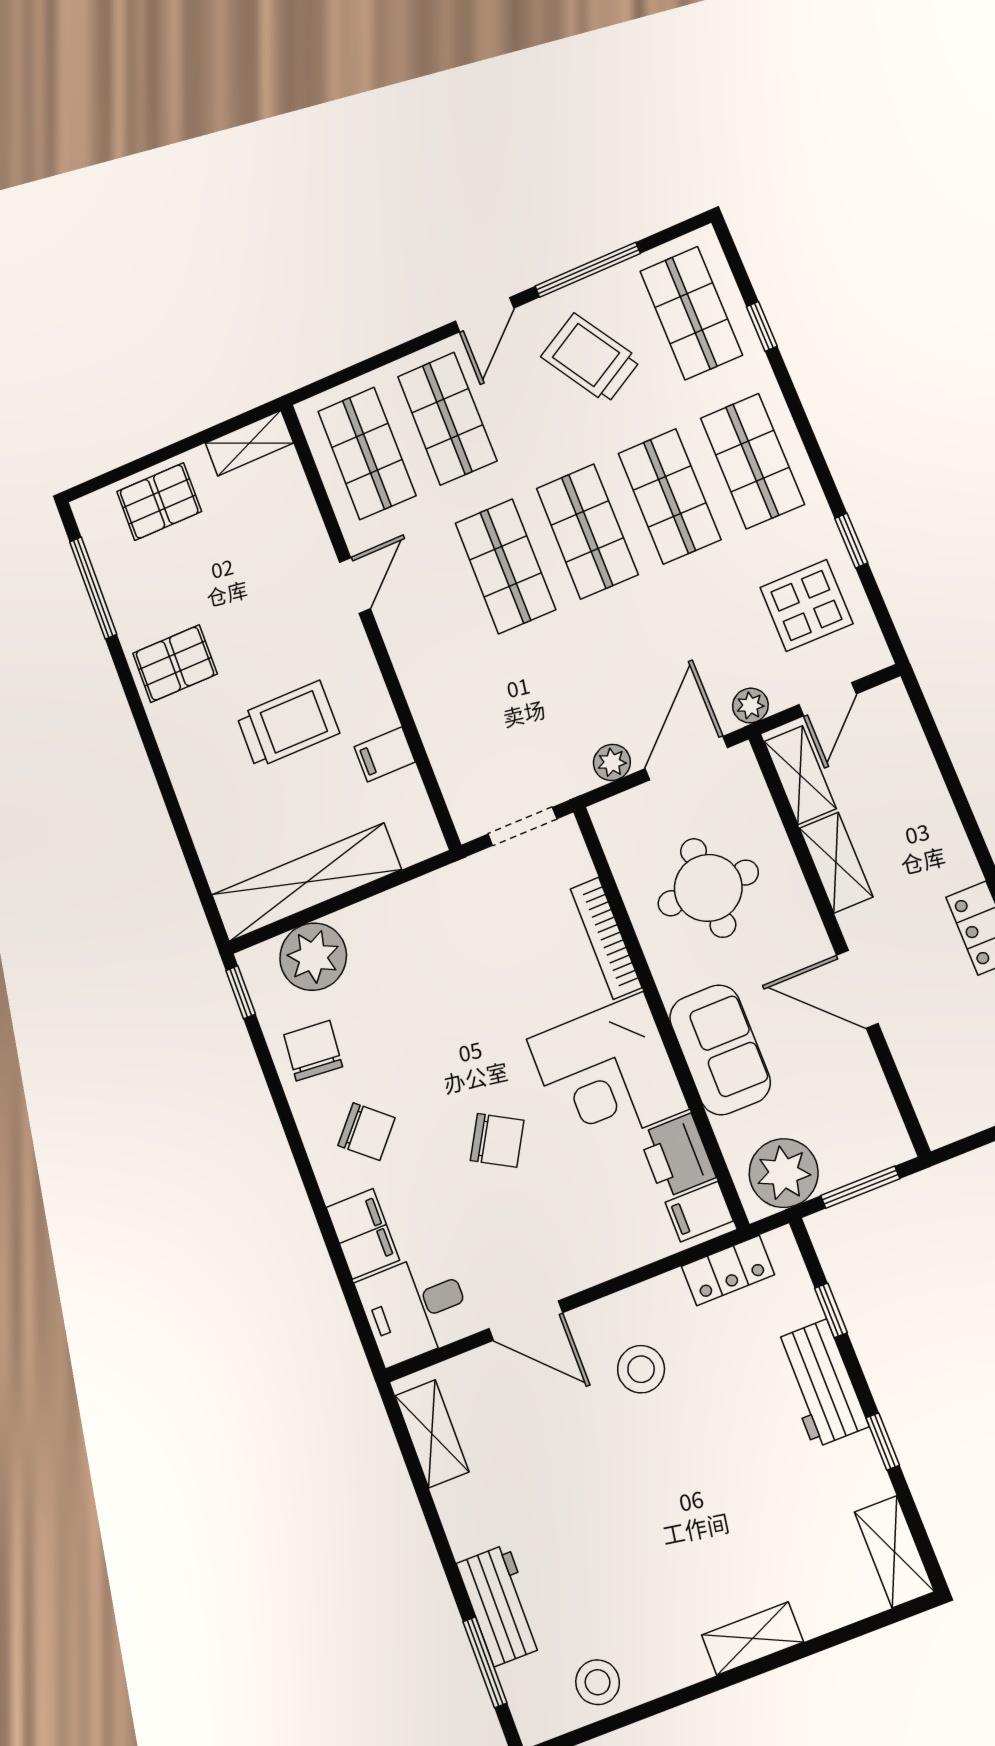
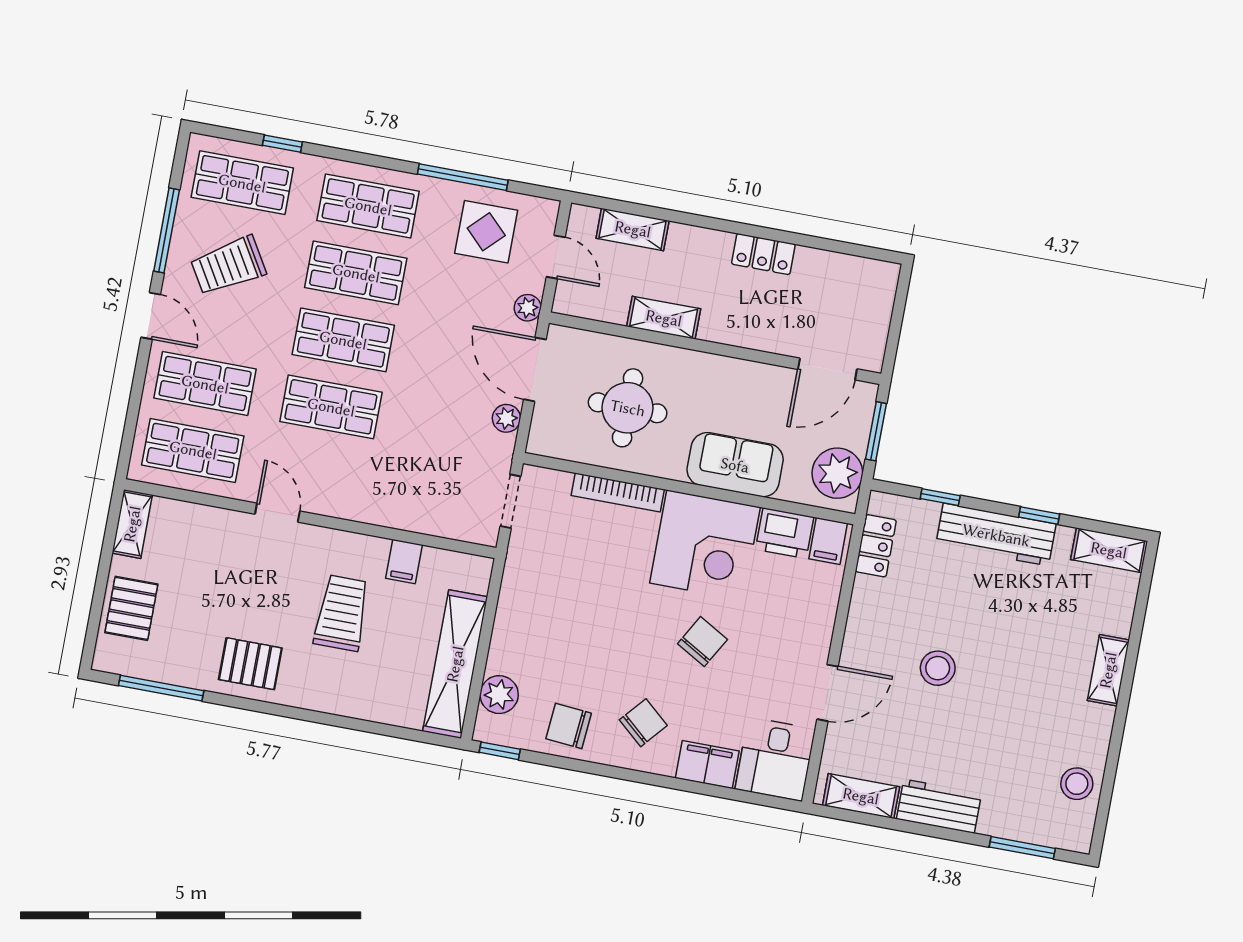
window: (851, 541) -> (463, 177), width x2.17
pallet: (175, 664) -> (250, 664), turned 90
shelving: (800, 775) -> (633, 229), moved
plant: (313, 957) -> (499, 695), width x0.73, depth x0.73
door: (857, 989) -> (827, 369), moved
stool: (641, 1369) -> (938, 668), moved
workbench: (820, 1383) -> (996, 535), width x1.37
workbench: (501, 1605) -> (939, 806), moved

